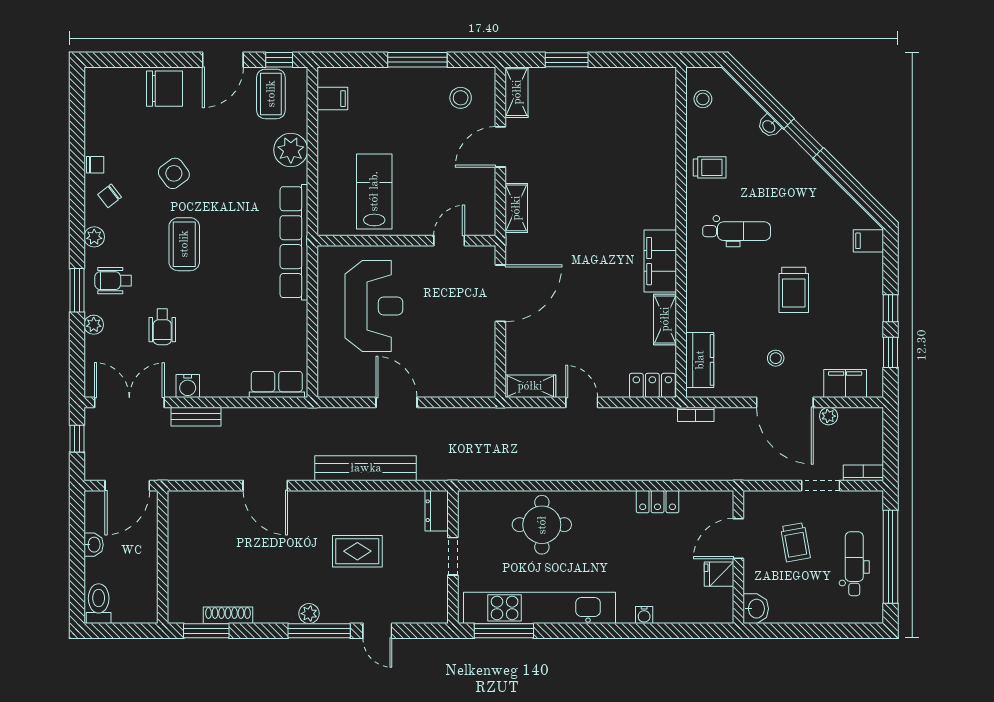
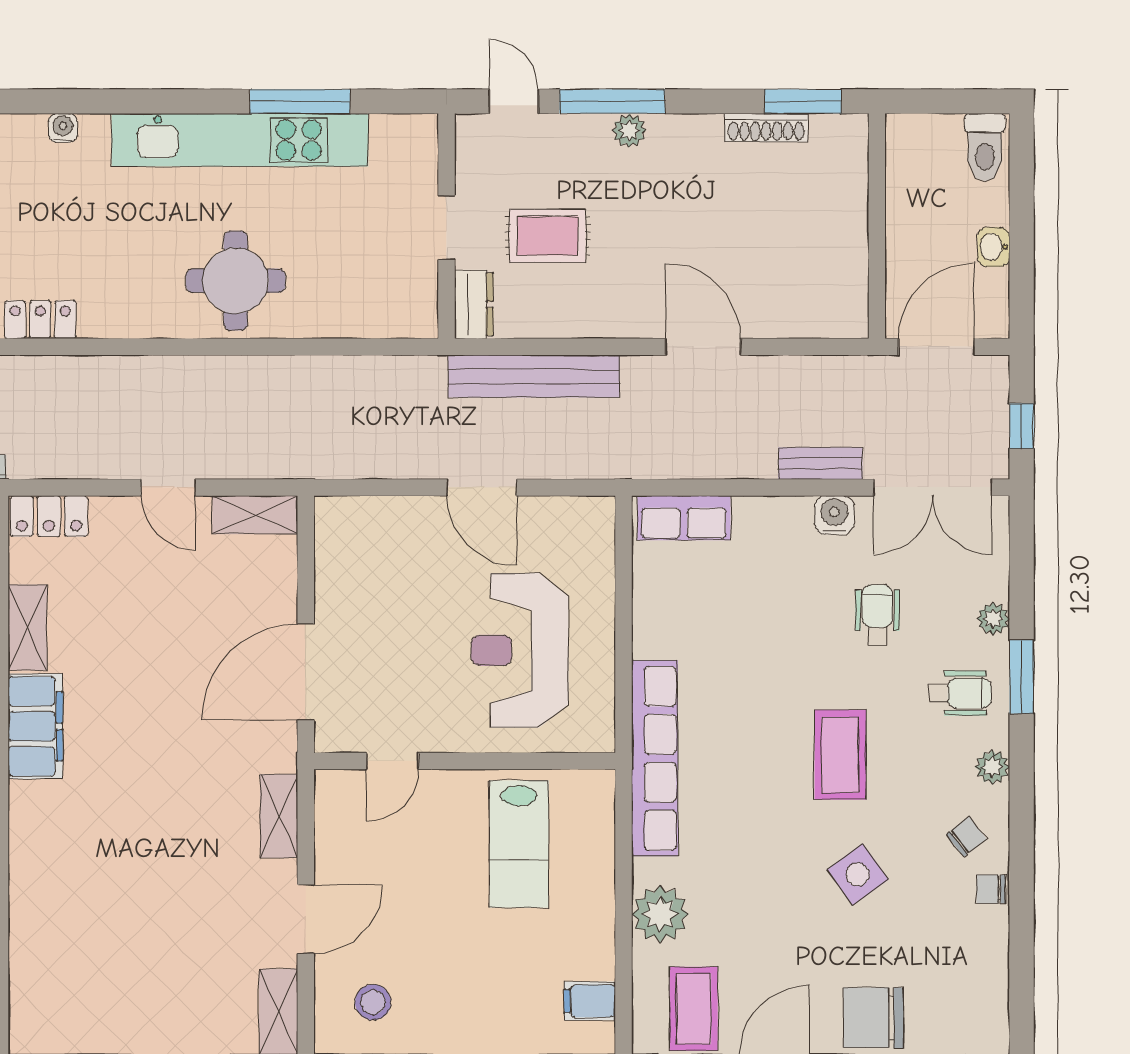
dresser: (437, 511) -> (474, 304), moved
doorway: (453, 556) -> (447, 227), moved
wall: (453, 557) -> (447, 226), moved

